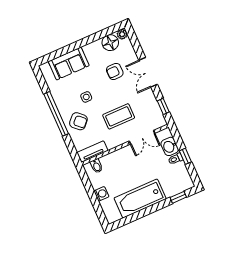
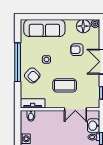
sofa: (69, 64) -> (44, 28), width x1.36

